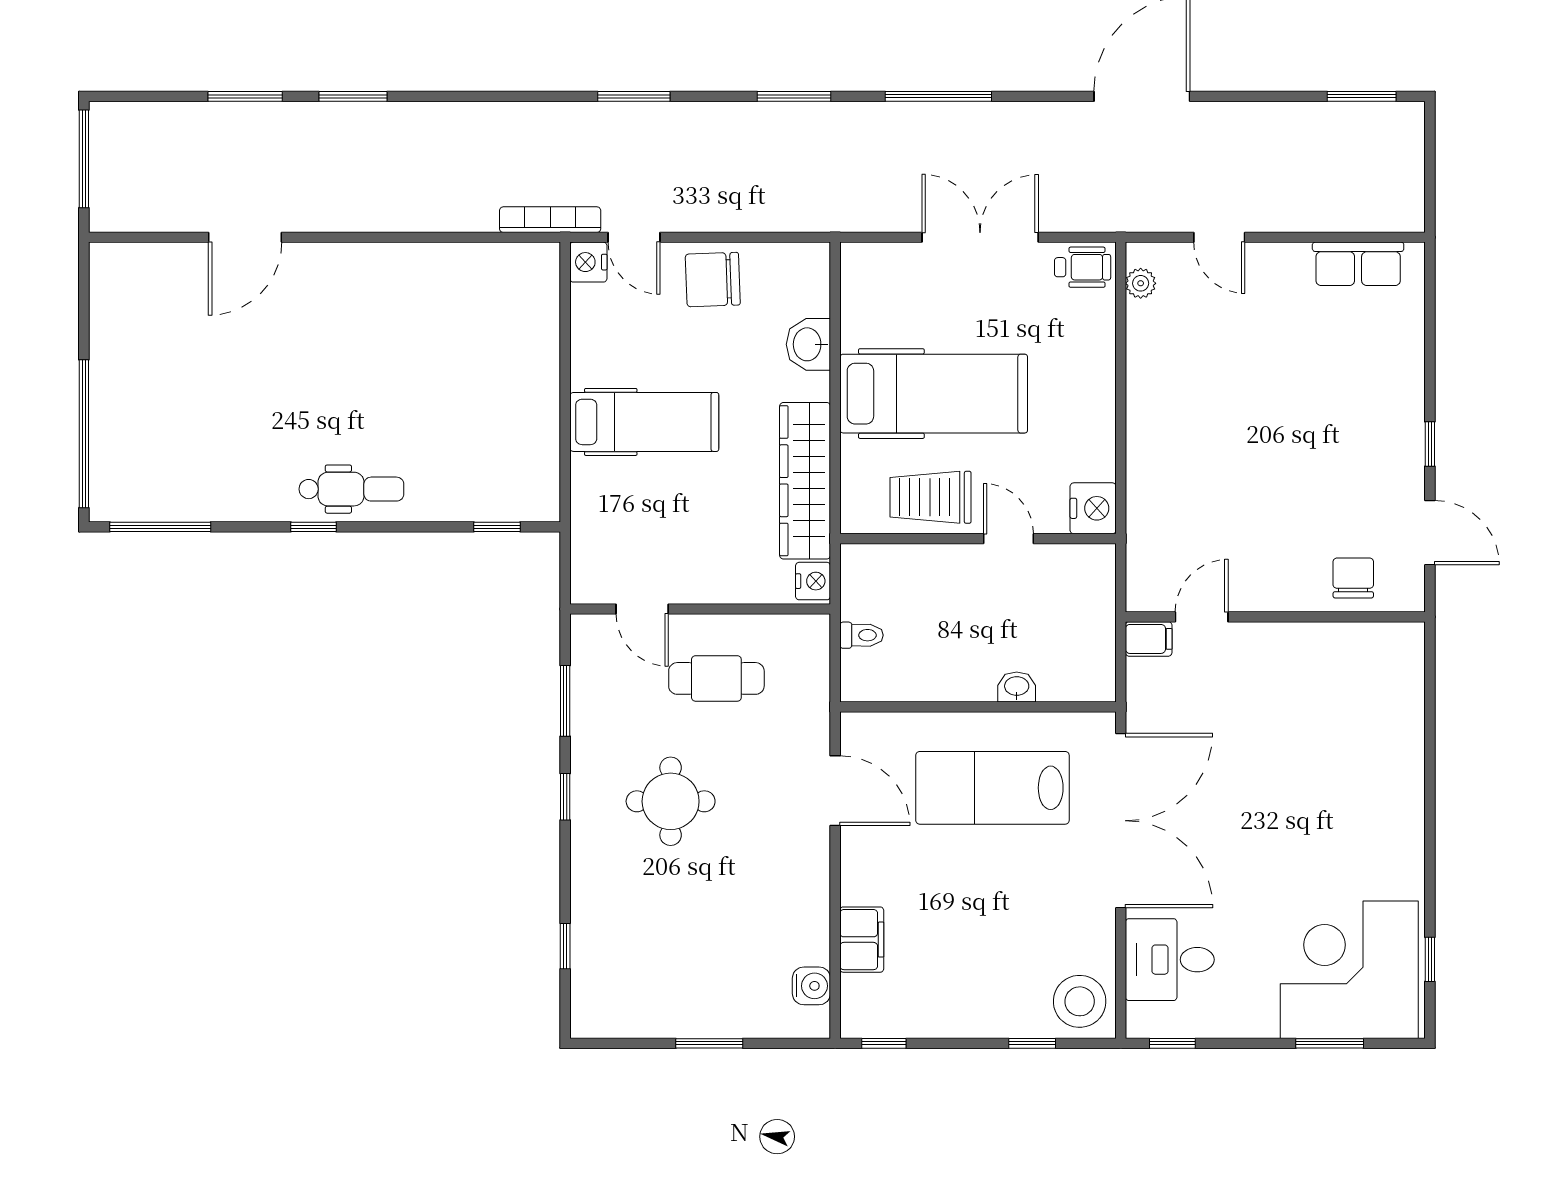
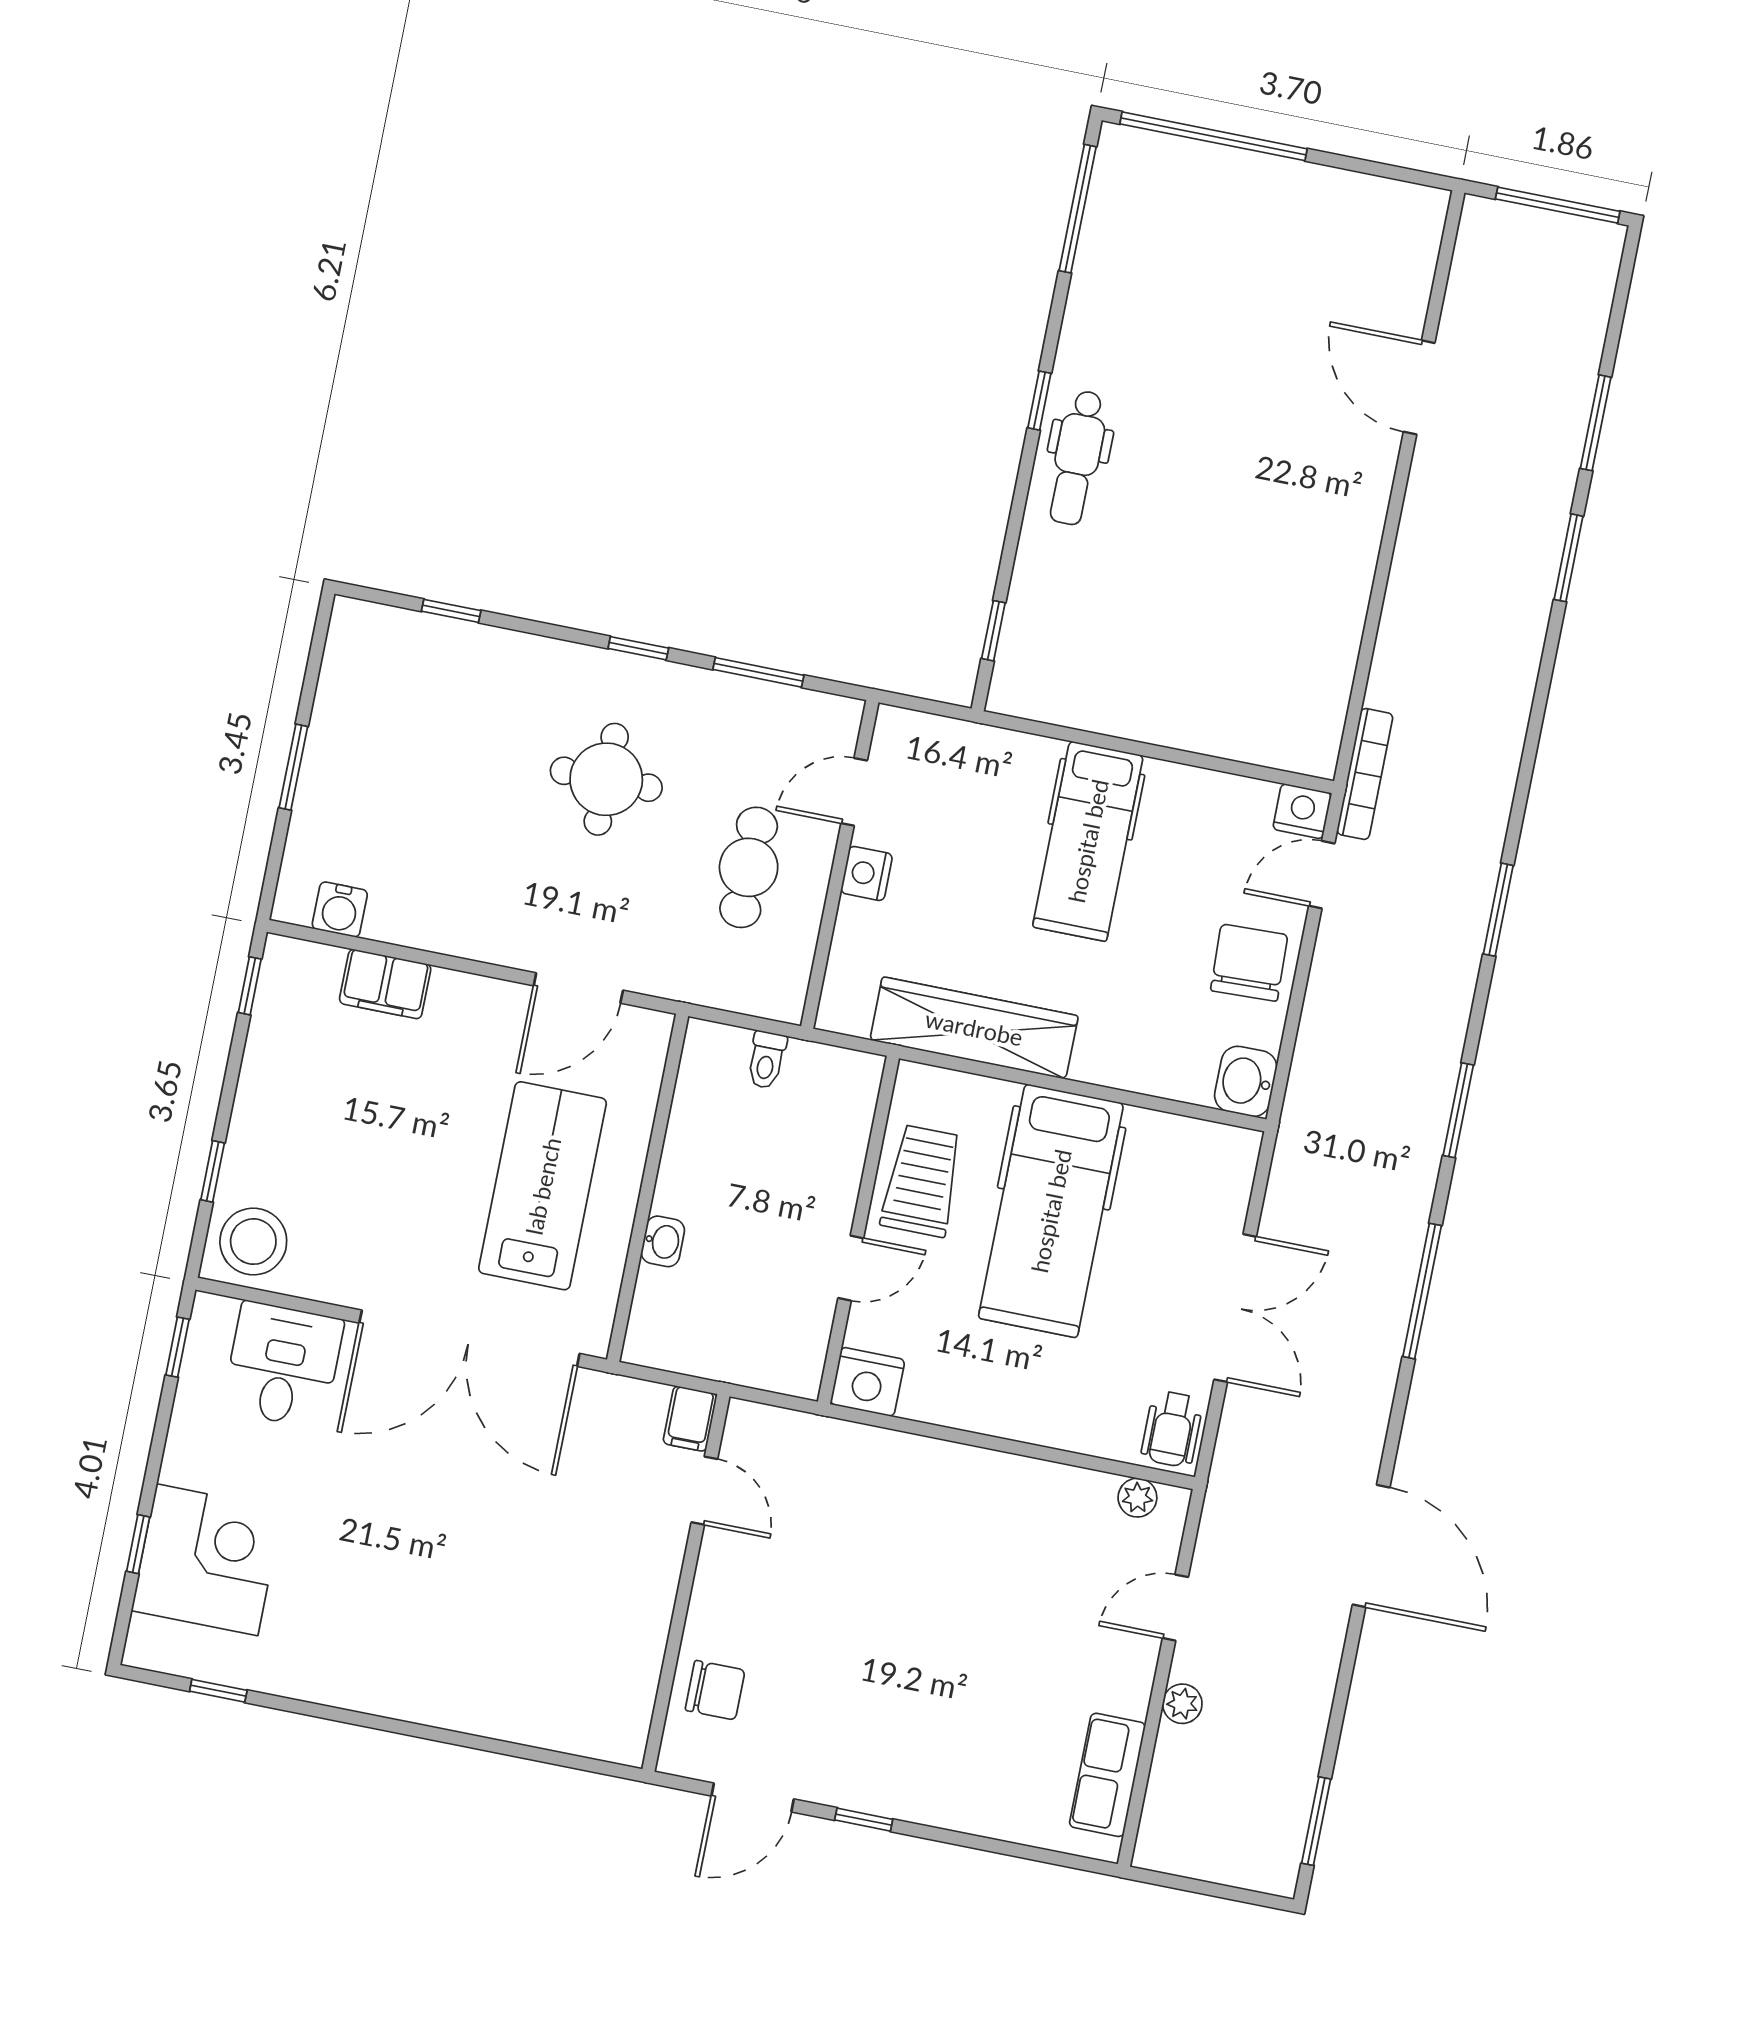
plant: (1292, 217) -> (1182, 1704), added
washbasin: (808, 344) -> (1246, 1081), moved, turned -90
nightstand: (813, 581) -> (867, 873), moved, turned 90
corner desk: (1349, 970) -> (207, 1560), width x0.74, depth x0.74
window: (1330, 1043) -> (138, 1544), width x0.67

